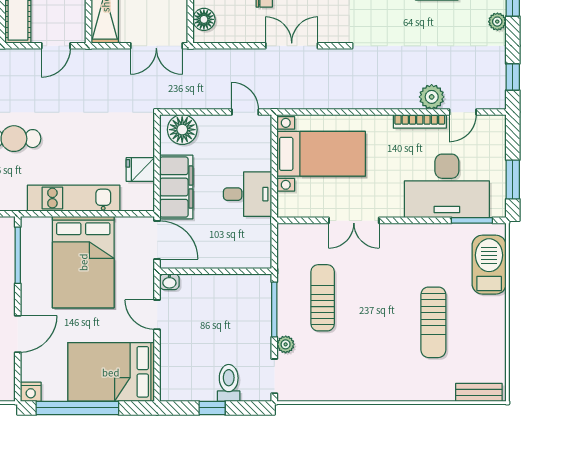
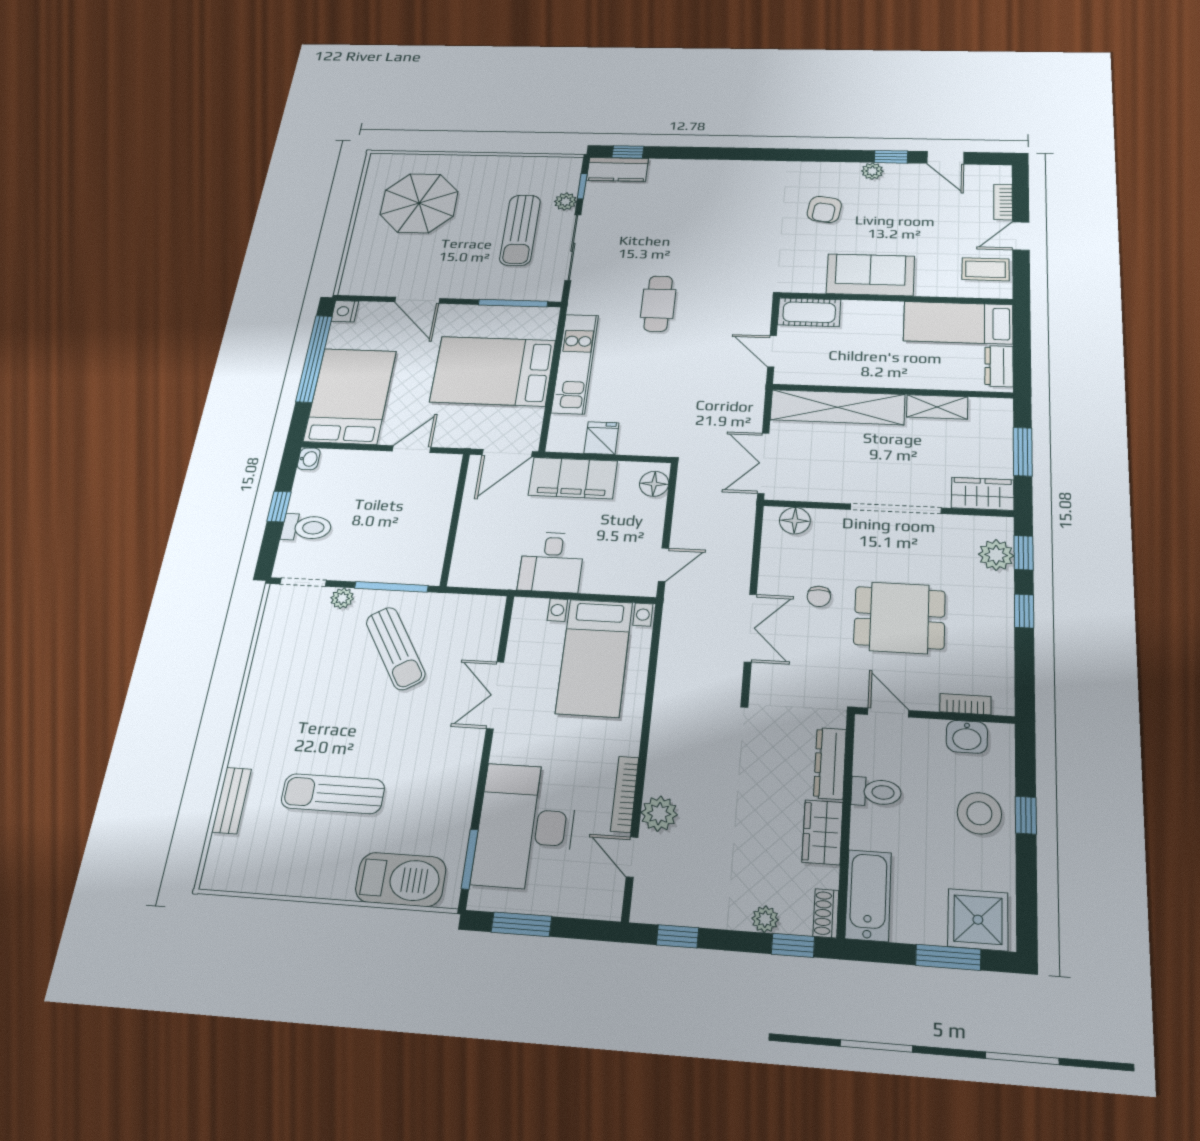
floor lamp: (182, 130) -> (654, 484), width x0.73, depth x0.73
washbasin: (169, 282) -> (309, 459), moved, turned 180
sun lounger: (323, 298) -> (396, 648), turned 58
bench: (479, 392) -> (232, 800), moved

